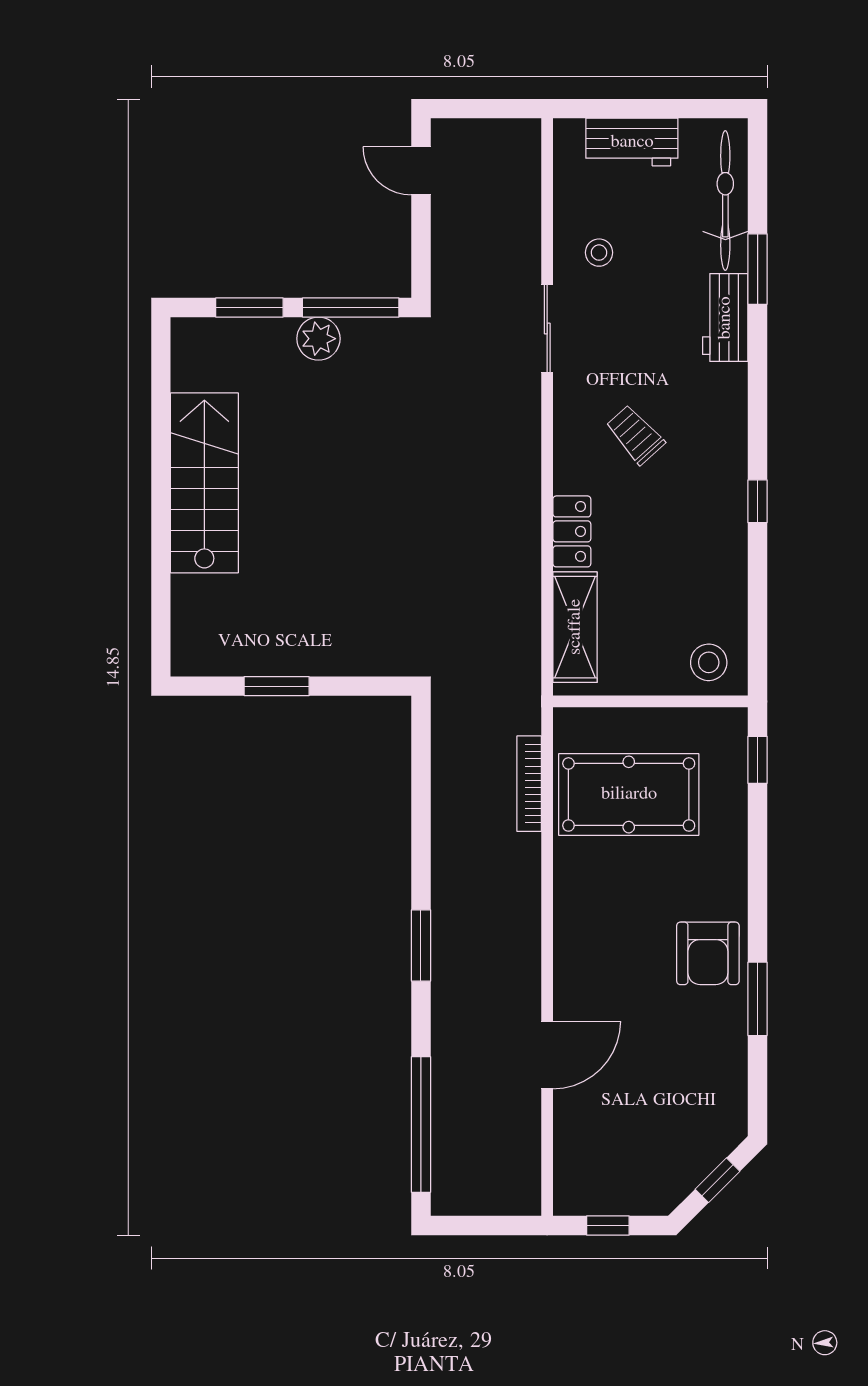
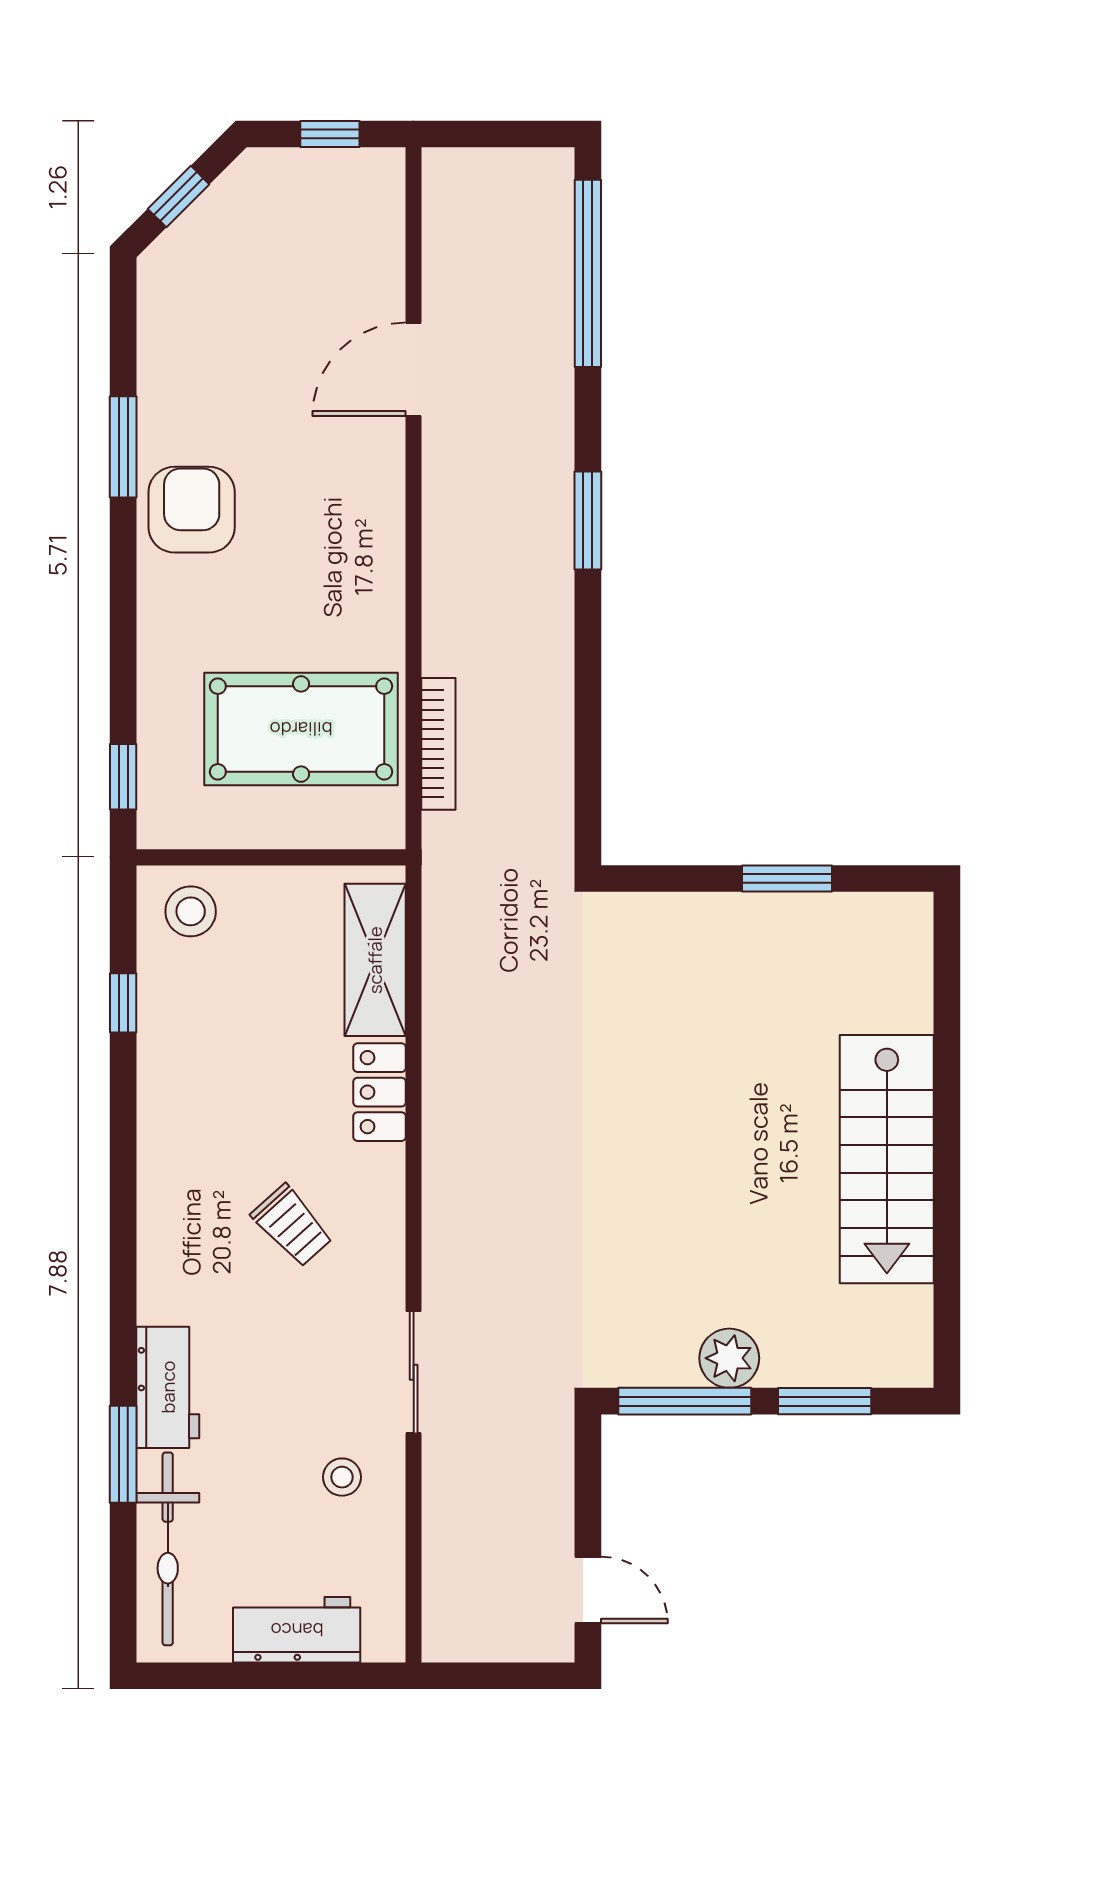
window: (758, 501) -> (123, 1003), moved

